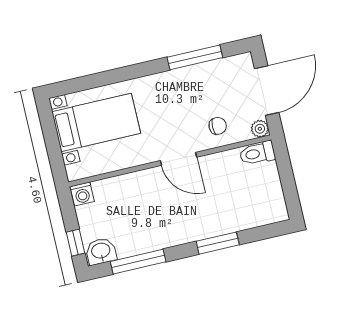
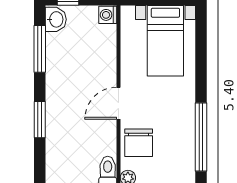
window: (195, 57) -> (201, 137), width x1.46
chair: (218, 126) -> (139, 143), width x1.87, depth x1.87

